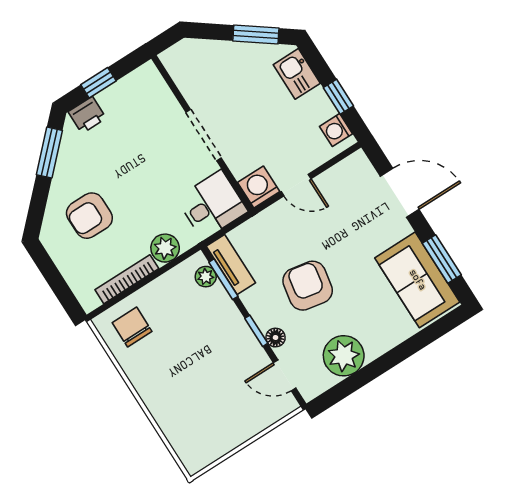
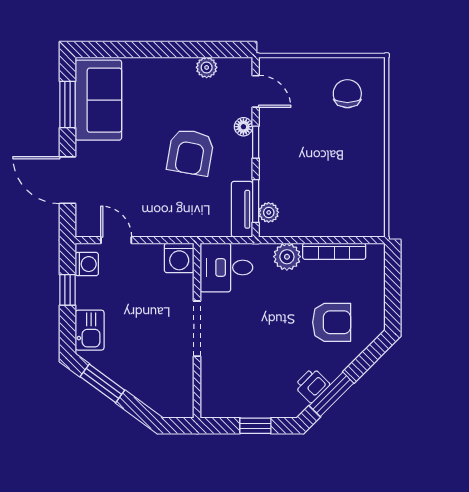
printer: (87, 115) -> (312, 385), moved, turned -45
door: (296, 185) -> (116, 240), moved
chair: (132, 327) -> (347, 94), moved, turned 180
plant: (344, 356) -> (207, 67), width x0.53, depth x0.53

